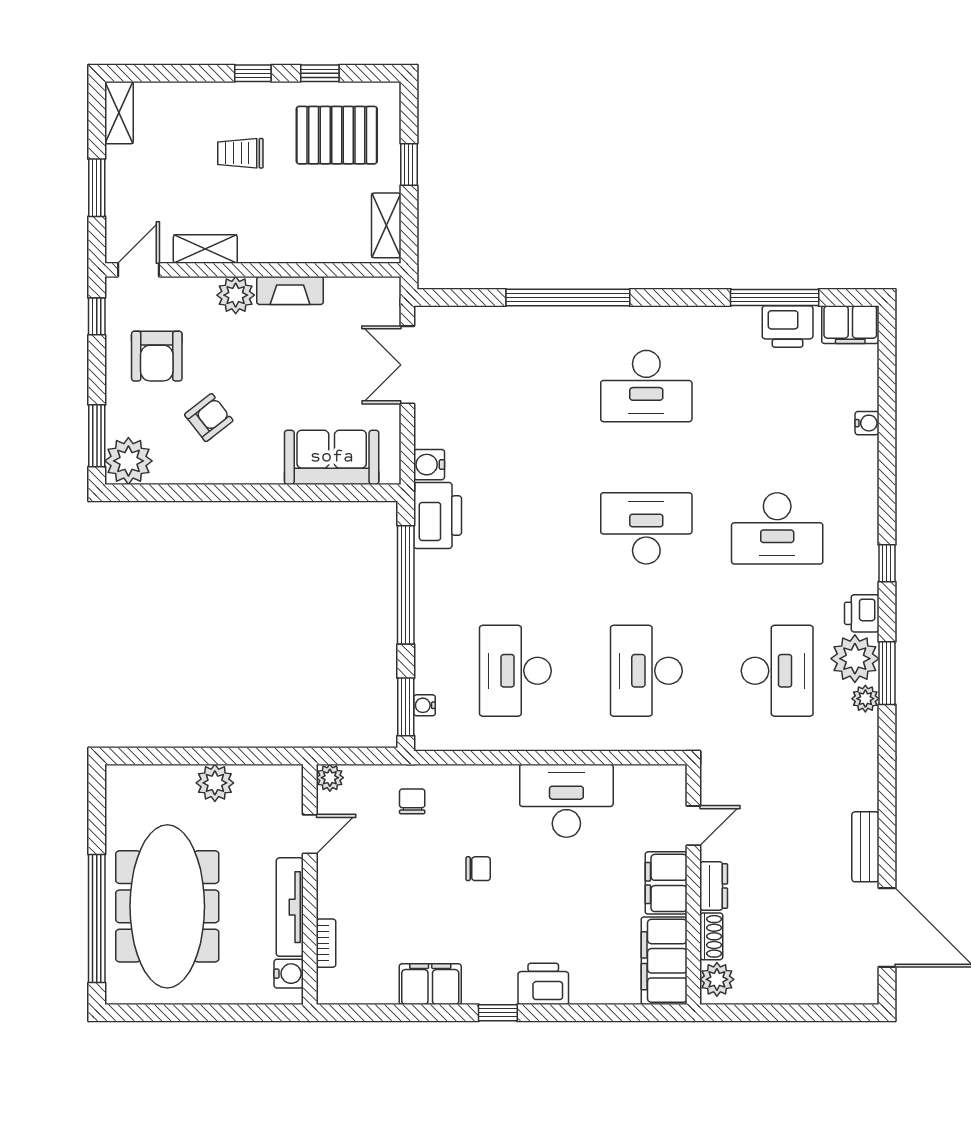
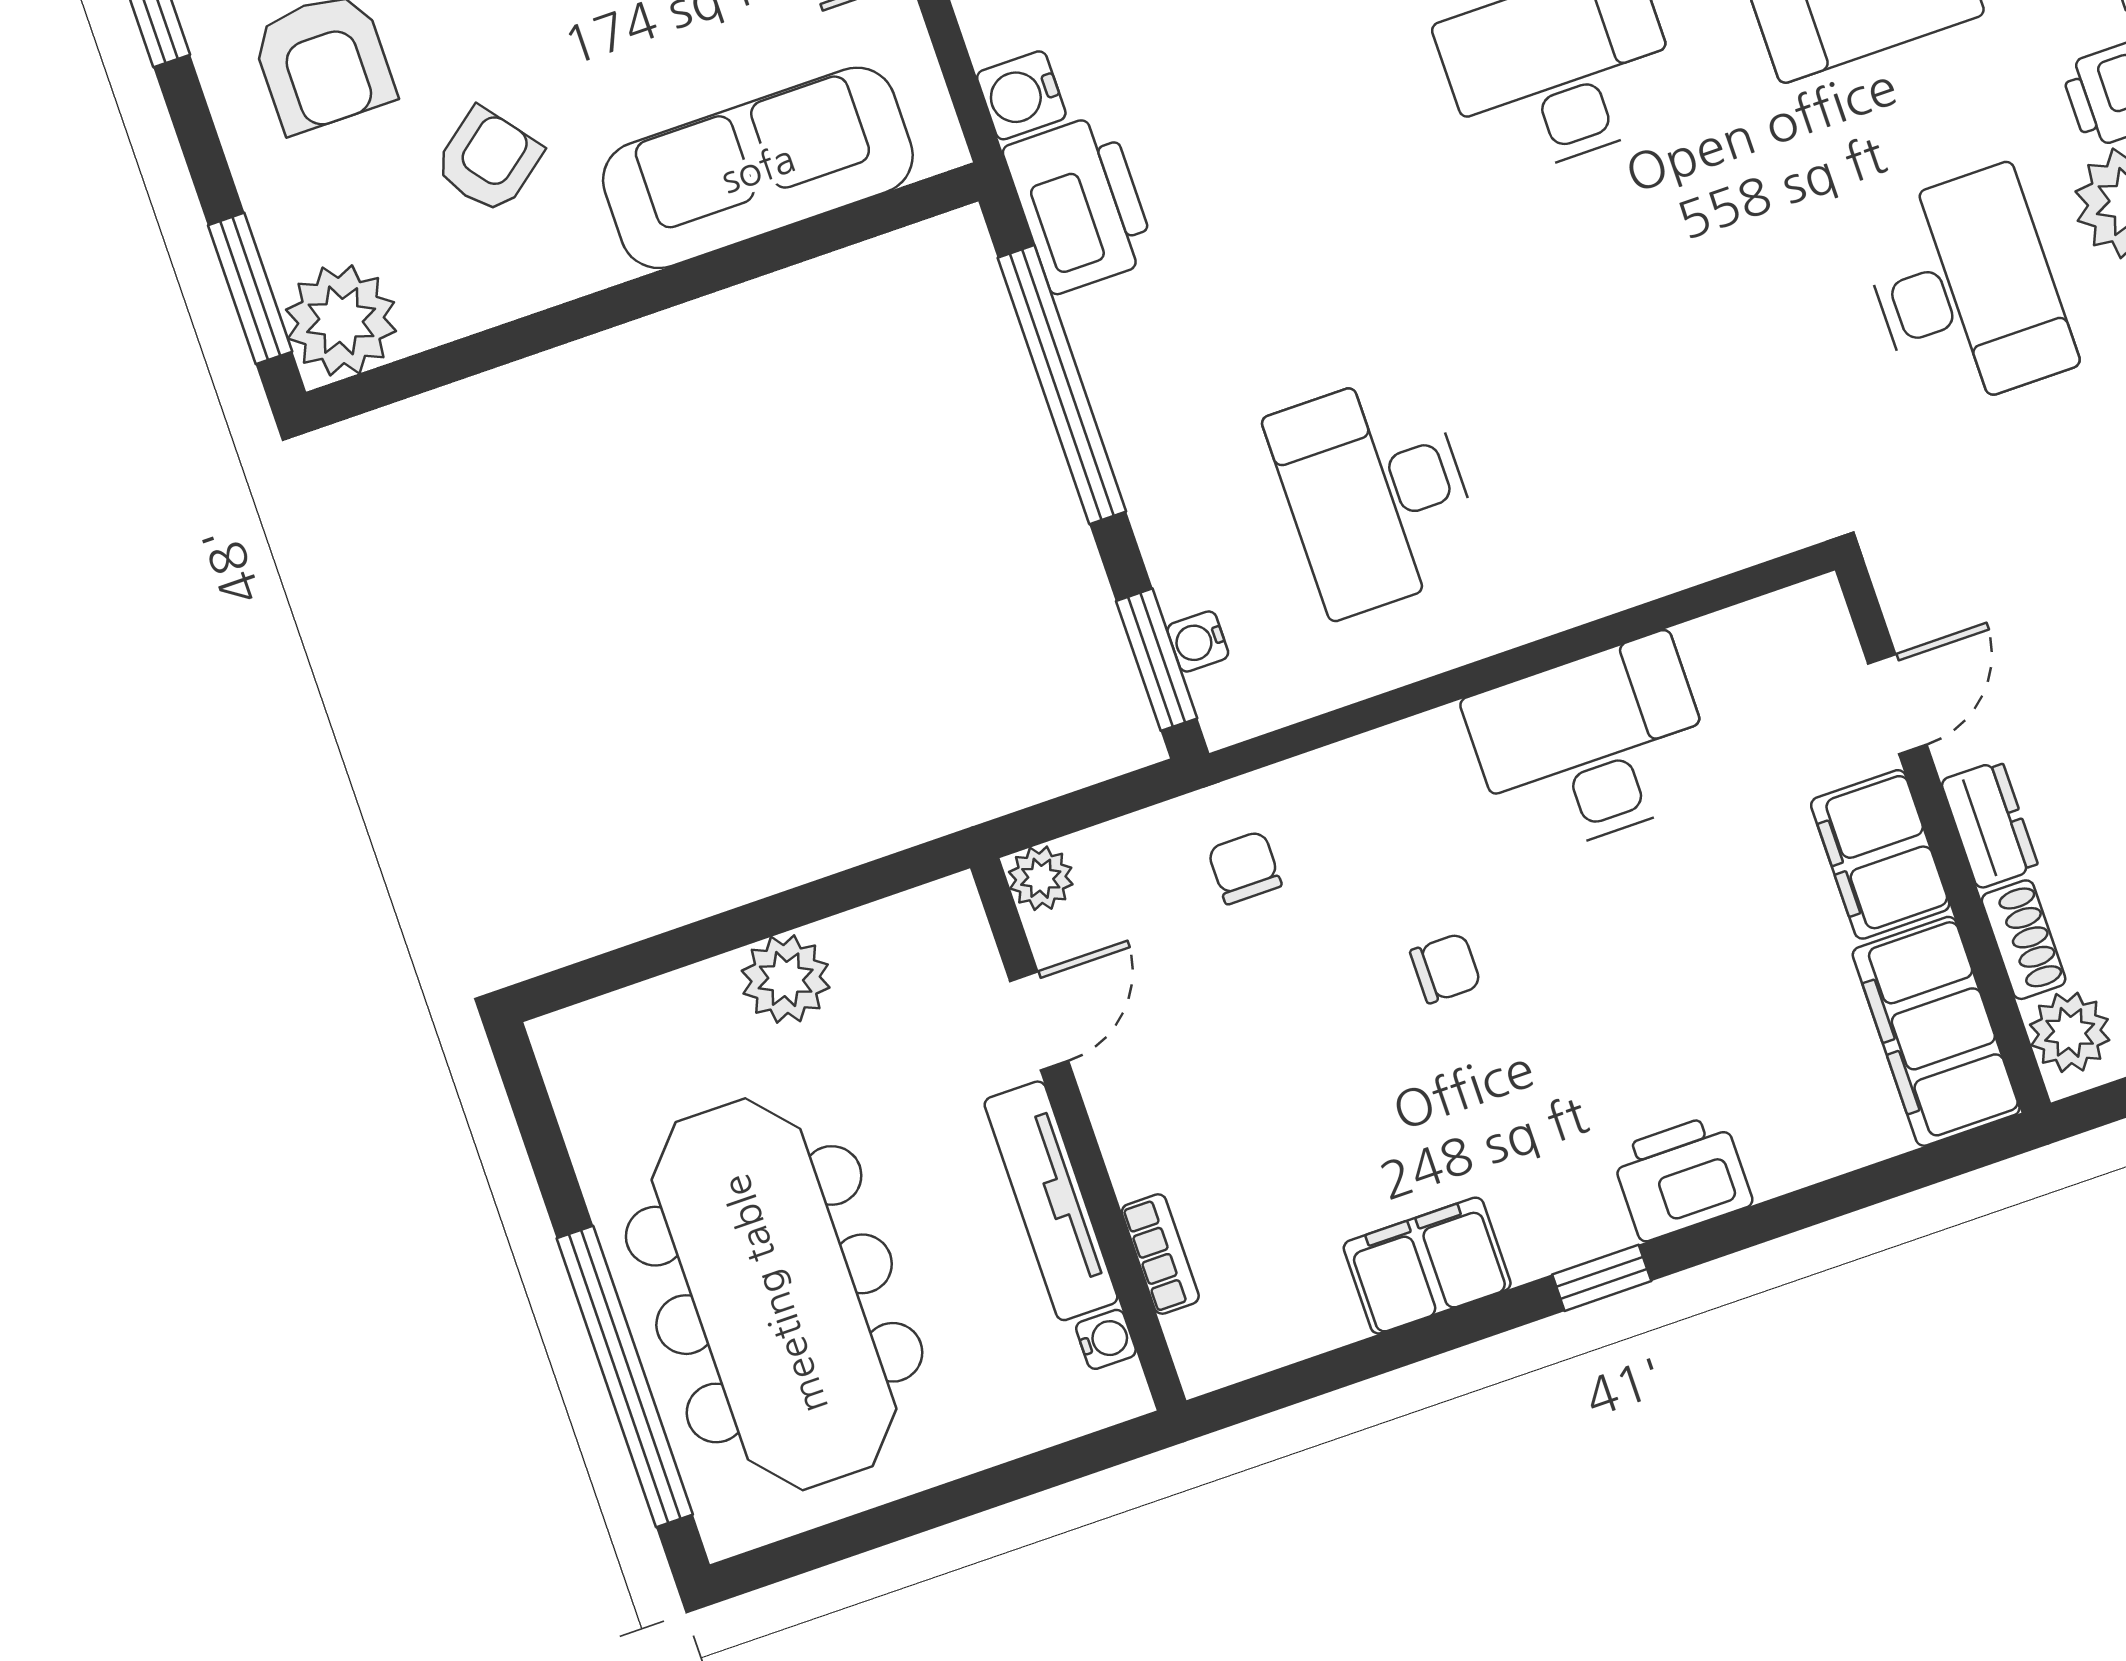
sofa: (332, 457) -> (758, 168), width x1.36
desk: (646, 671) -> (1671, 392), removed
water cooler: (289, 974) -> (1106, 1339), width x0.72, depth x0.72

